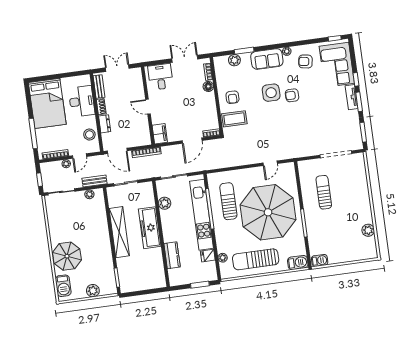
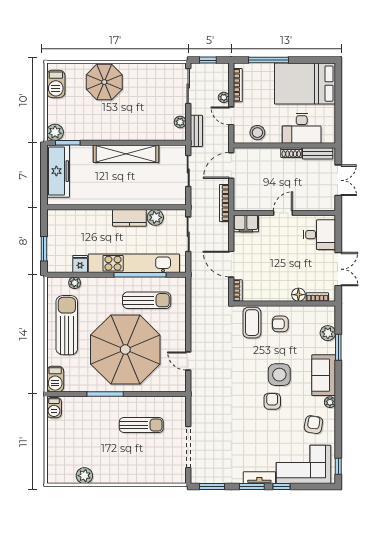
dresser: (105, 124) -> (269, 154), removed
freezer: (150, 228) -> (58, 171), moved, turned 90
kitchen counter: (172, 255) -> (129, 218), moved
barbecue: (63, 286) -> (56, 84), moved, turned -90
plant: (93, 291) -> (55, 132), moved

